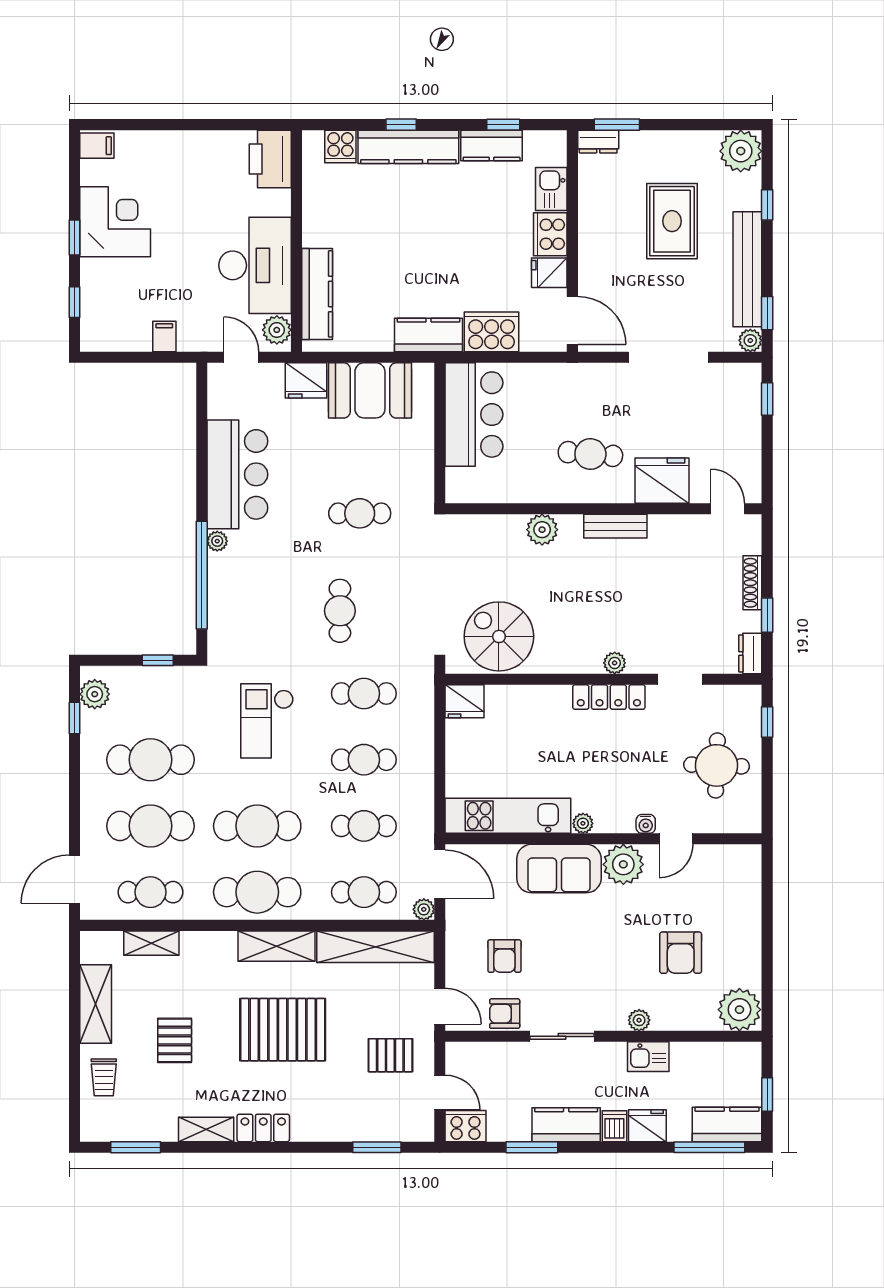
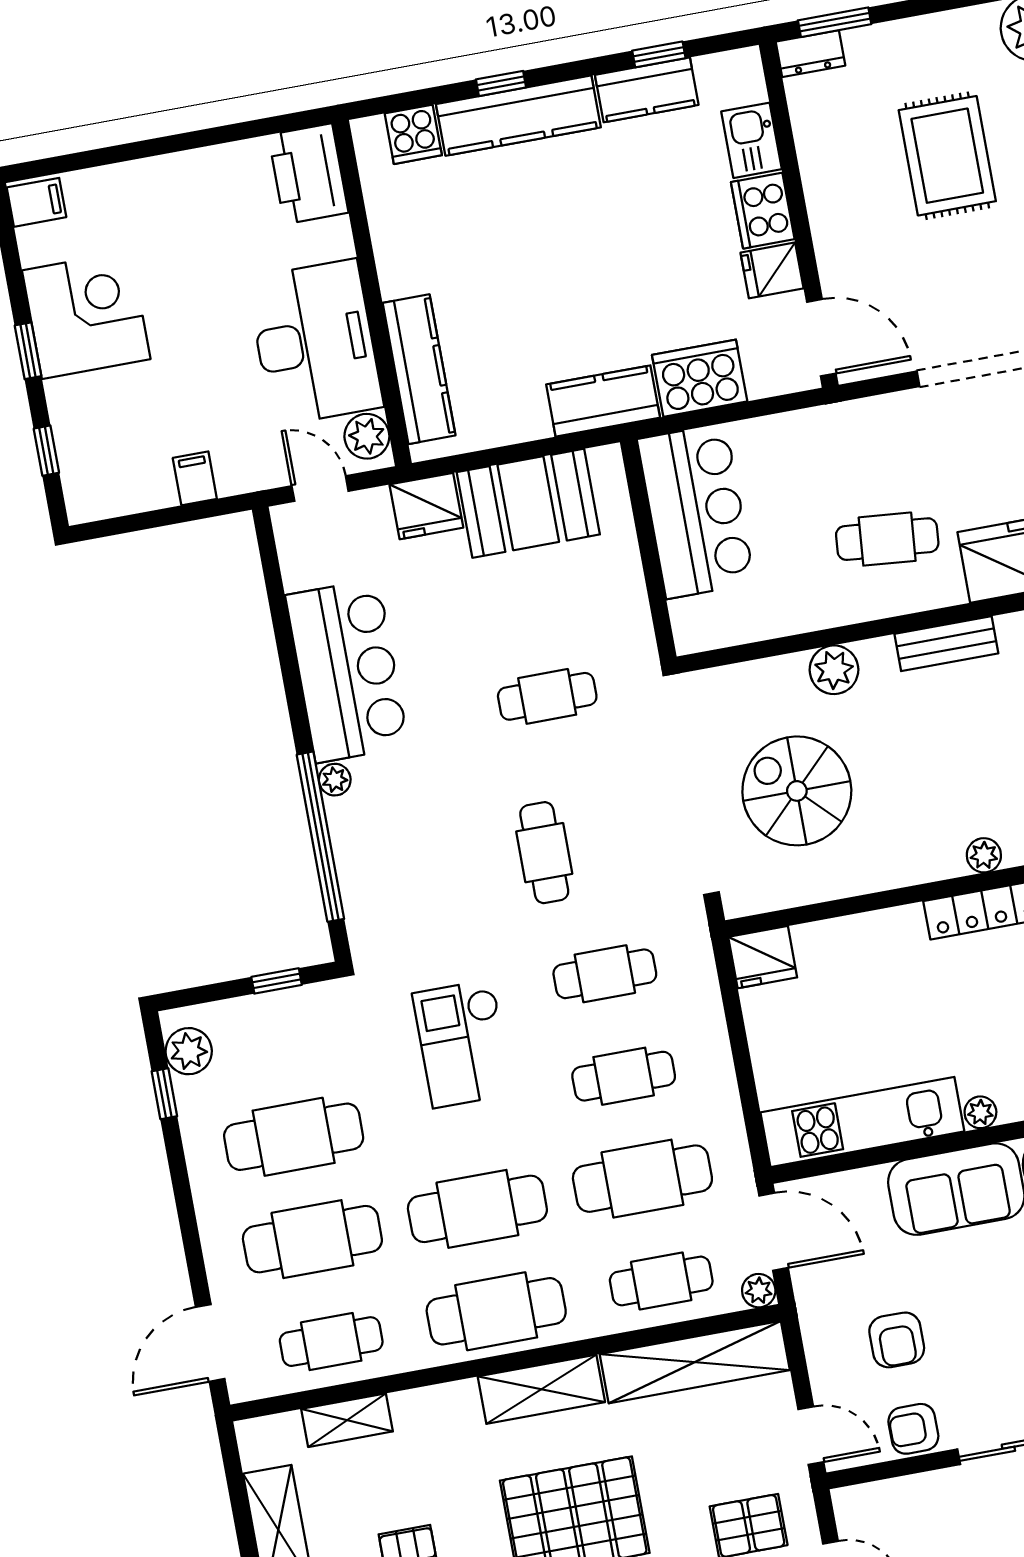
spiral stairs: (499, 636) -> (797, 791), moved
cafe table: (364, 826) -> (642, 1179), width x1.37, depth x1.35

